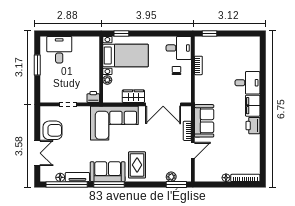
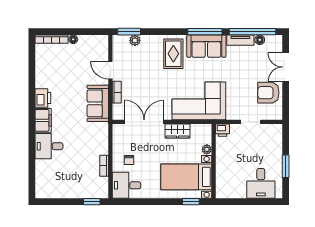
door: (193, 150) -> (110, 70), hinge flipped

